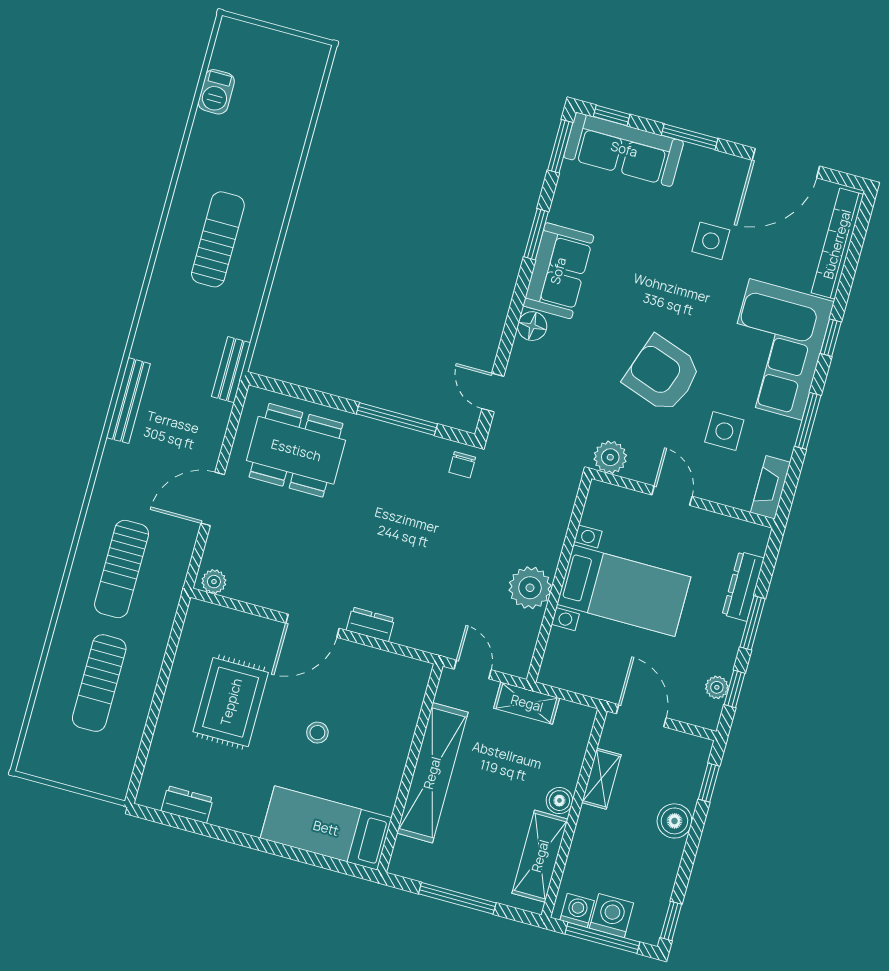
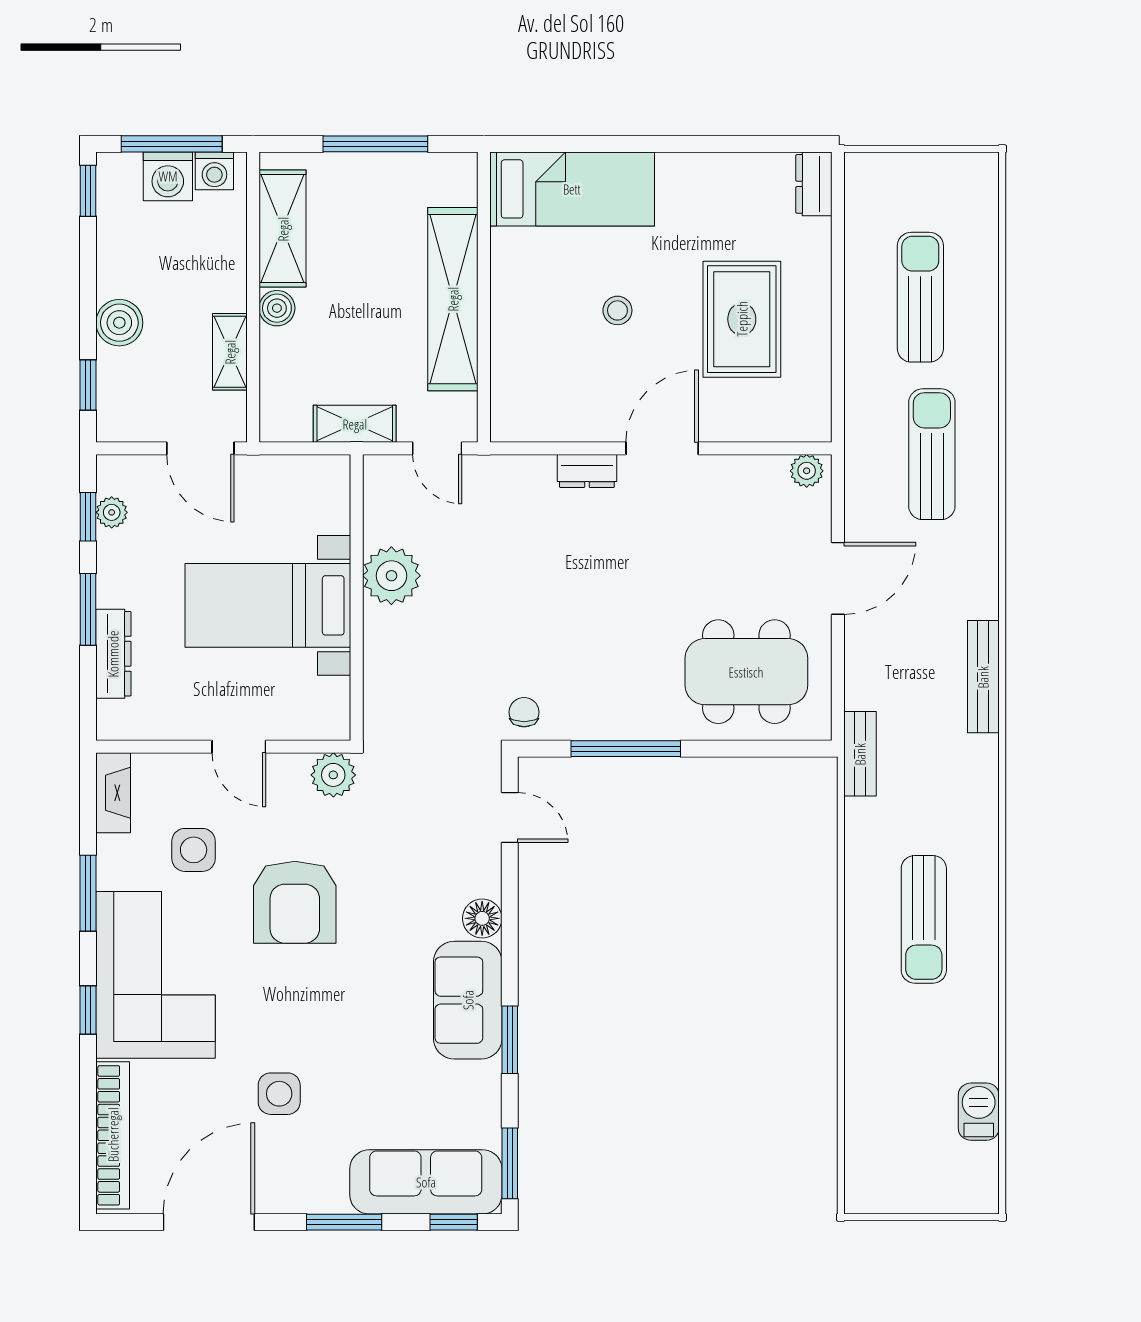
armchair: (662, 374) -> (295, 902), turned 71
dresser: (187, 805) -> (814, 184), moved, turned 90

